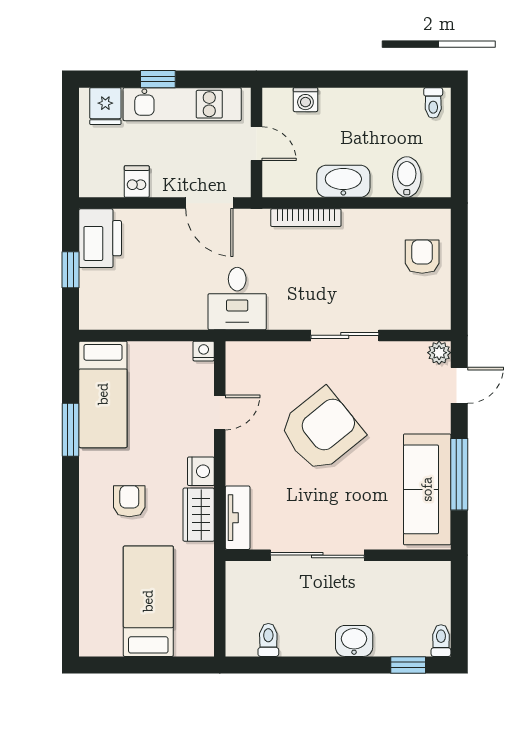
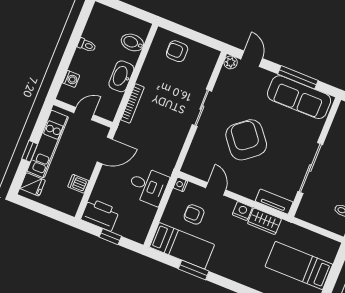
toilet: (433, 103) -> (87, 45), moved
desk: (237, 299) -> (148, 186), moved
armchair: (129, 501) -> (194, 214), moved

